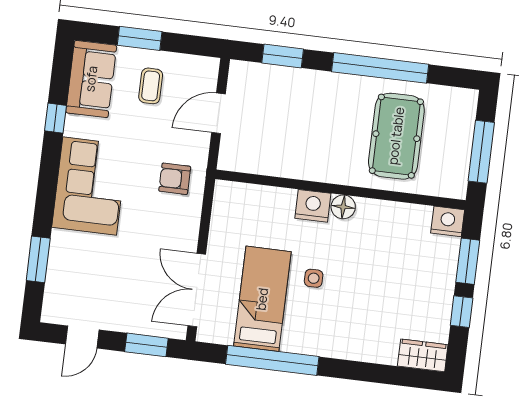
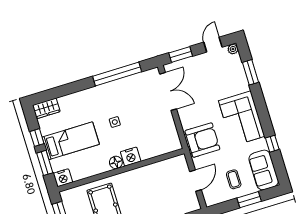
armchair: (175, 179) -> (202, 140), width x1.88, depth x1.88
bed: (262, 299) -> (71, 141), moved, turned -90
plant: (51, 314) -> (233, 49), added

